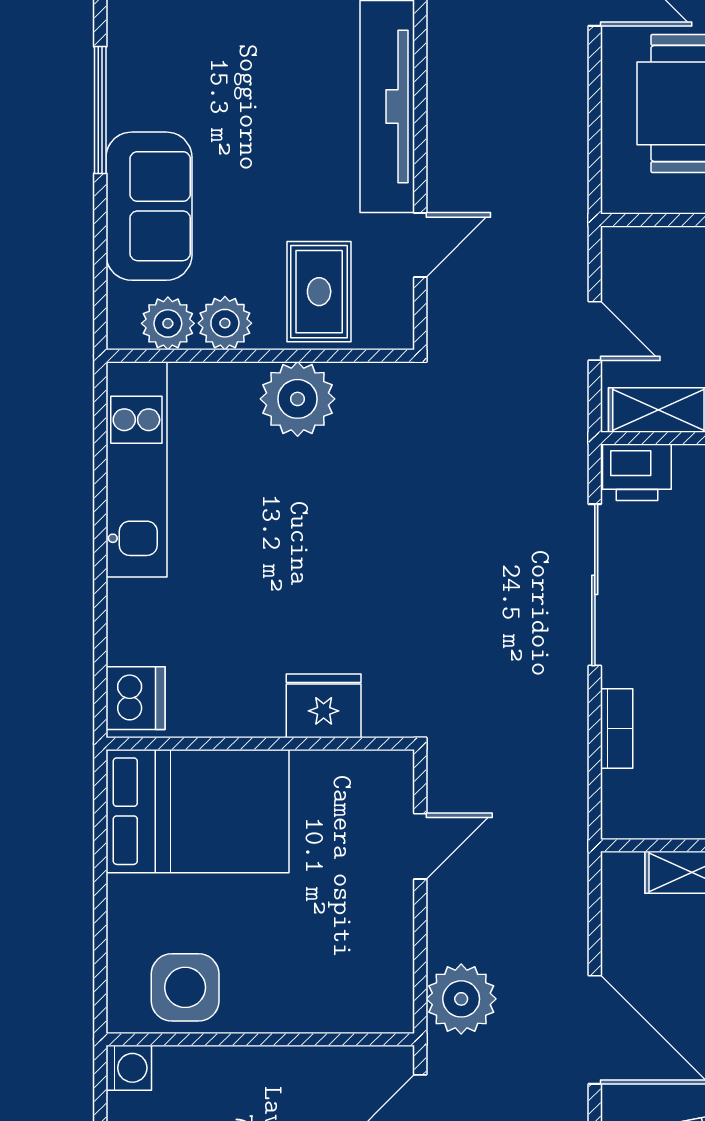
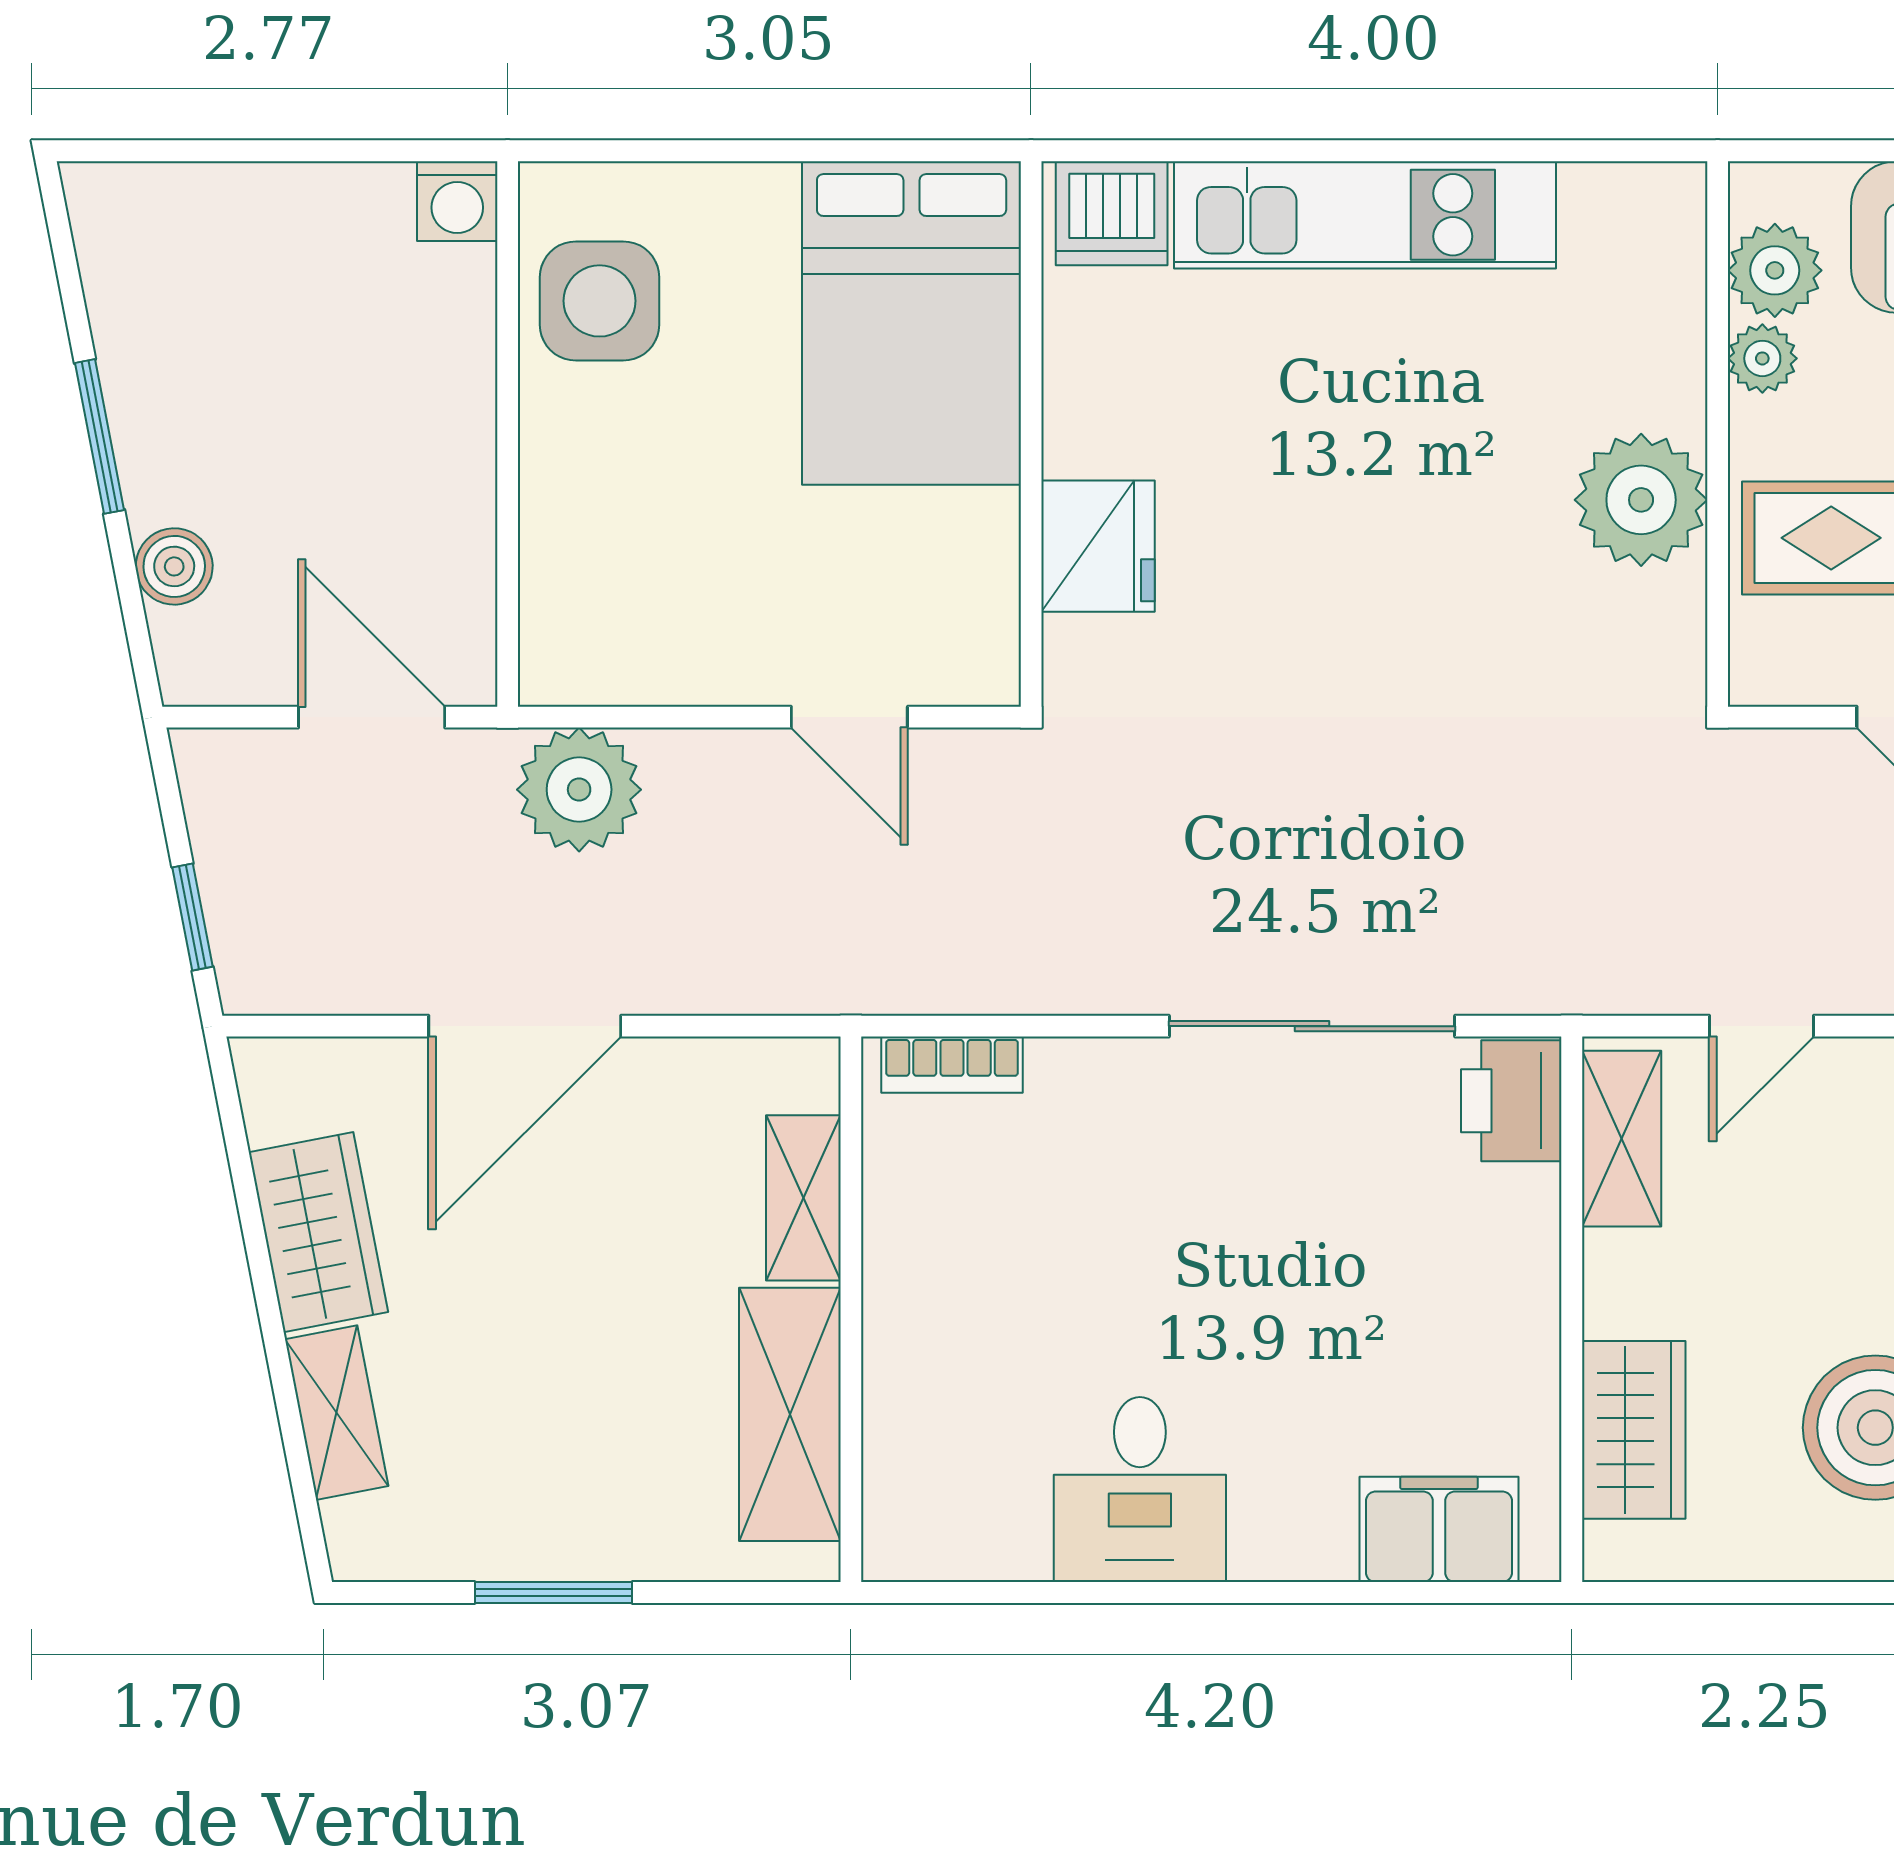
plant: (225, 323) -> (1762, 358), width x0.73, depth x0.73
kitchen unit: (136, 469) -> (1365, 215), moved
bookcase: (617, 729) -> (952, 1065), moved

